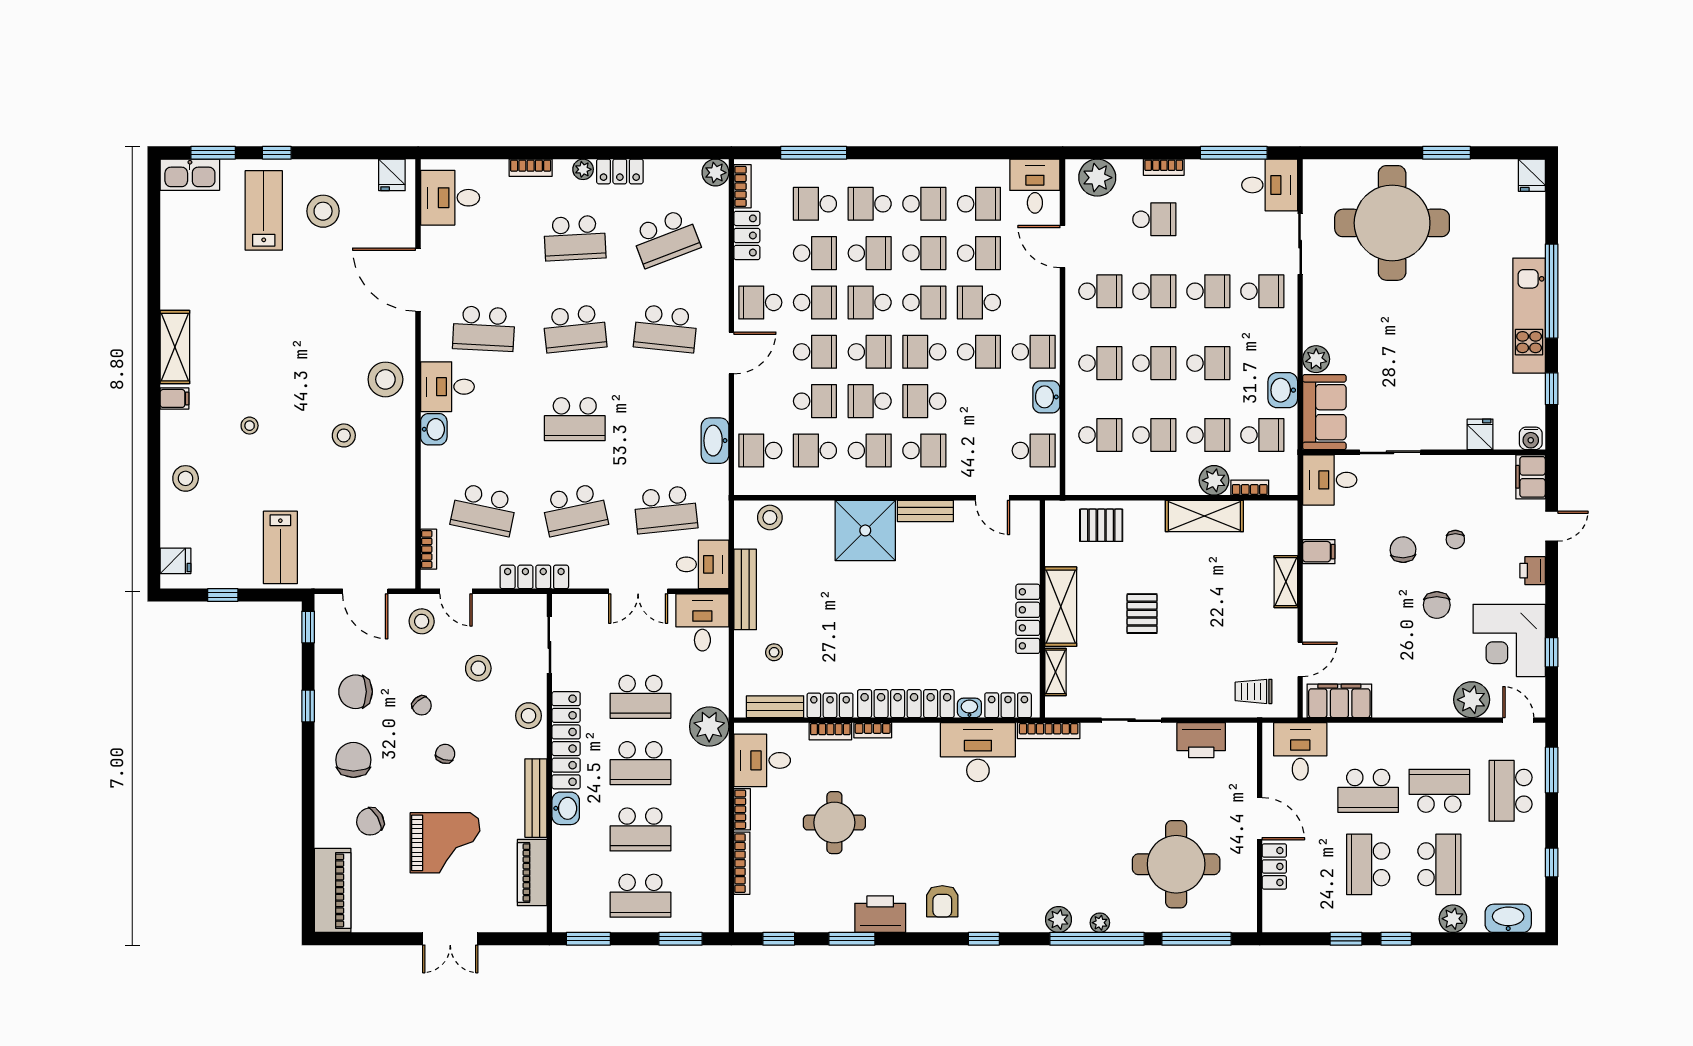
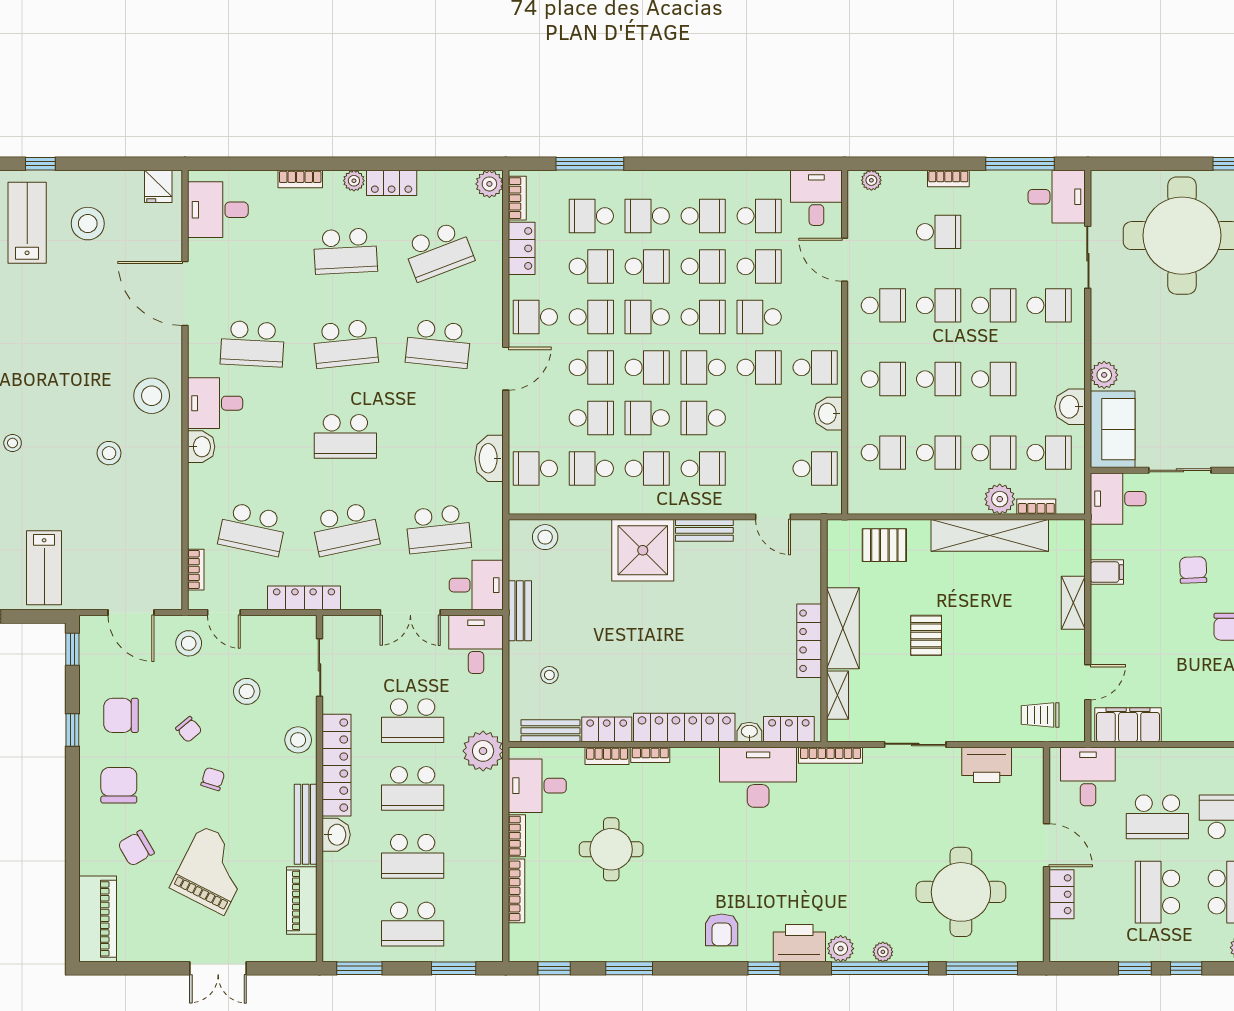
plant: (1097, 178) -> (871, 180), width x0.53, depth x0.53
shelving: (1204, 516) -> (990, 535), width x1.47
bench: (745, 589) -> (520, 611), width x0.73
grand piano: (445, 843) -> (213, 870), turned -63
printer: (880, 914) -> (799, 943), moved

